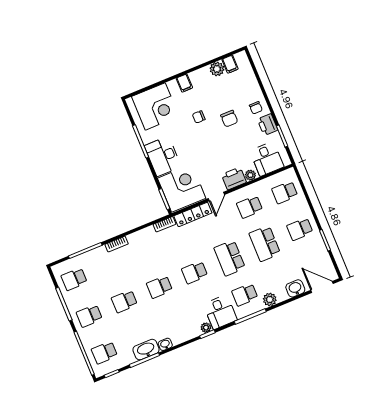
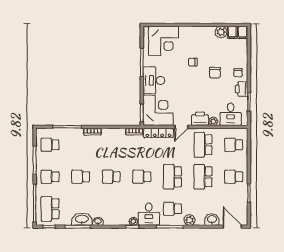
filing cabinet: (184, 83) -> (242, 32), moved
school desk: (250, 207) -> (203, 145), width x1.85
school desk: (104, 353) -> (50, 209), width x1.85

